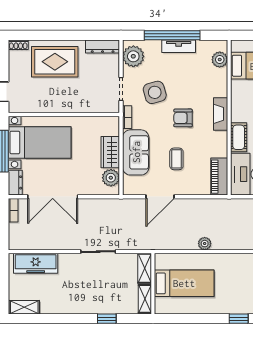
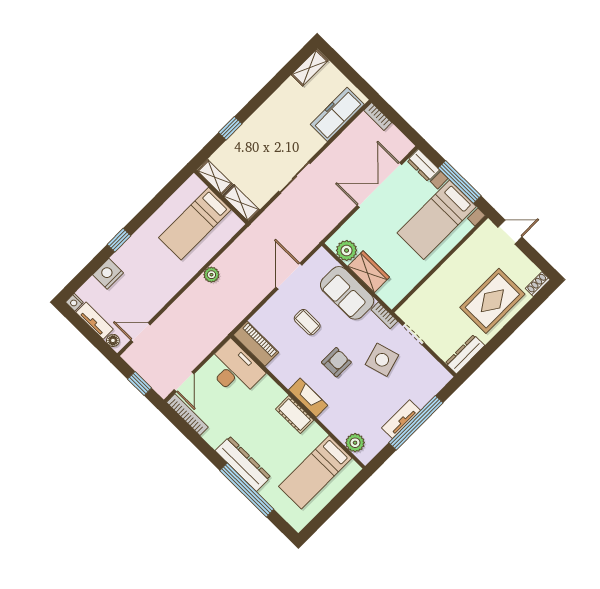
plant: (133, 56) -> (431, 372), removed
cot: (239, 137) -> (295, 415), moved
bookcase: (13, 210) -> (378, 116), moved

